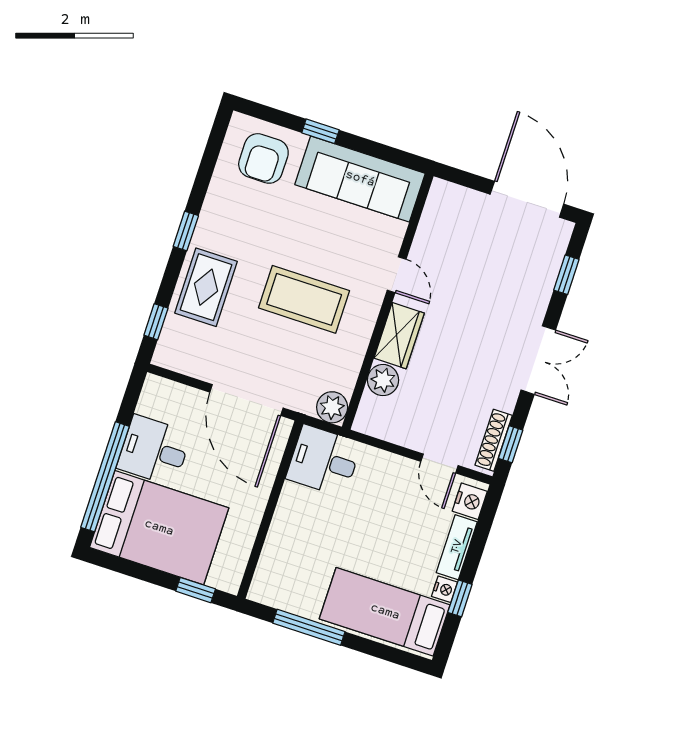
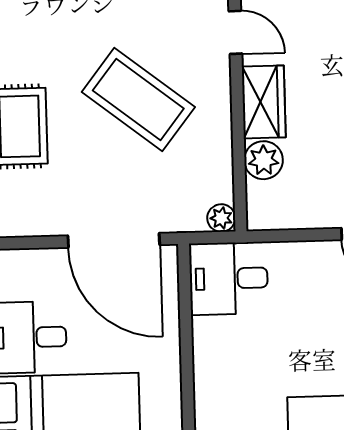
coffee table: (304, 299) -> (138, 100), turned 38
plant: (332, 407) -> (221, 218), width x0.73, depth x0.73

